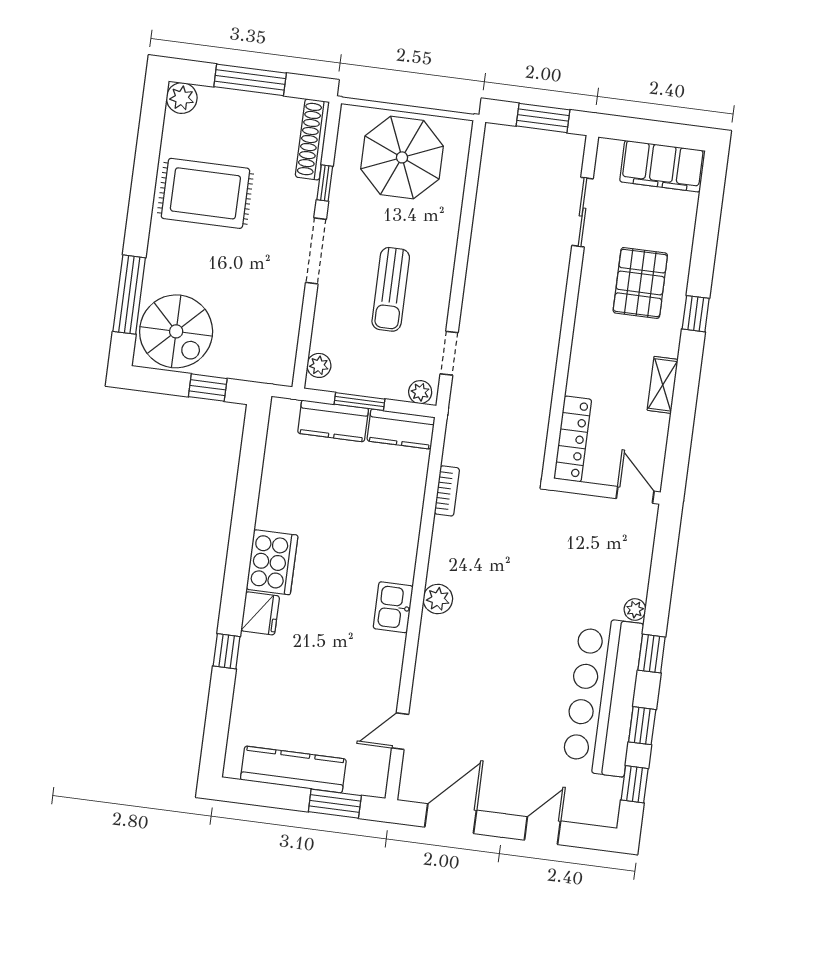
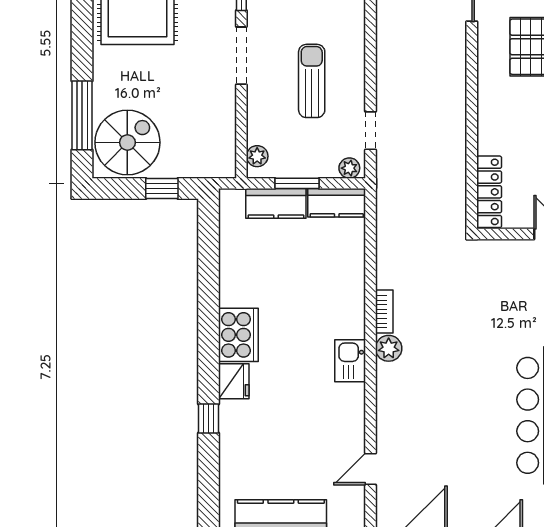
sun lounger: (391, 289) -> (312, 81), turned 180
spiral stairs: (176, 331) -> (127, 142), turned -90
bookcase: (447, 491) -> (384, 312), moved

